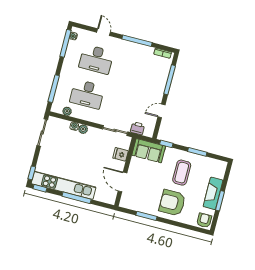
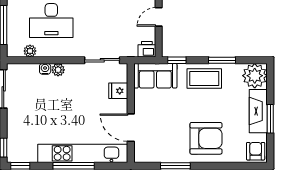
printer: (137, 128) -> (147, 49), moved
plant: (217, 168) -> (255, 76), added
coffee table: (182, 173) -> (204, 79), moved, turned 90
kitchen unit: (64, 185) -> (83, 153), moved
armchair: (172, 203) -> (206, 138), turned 180

